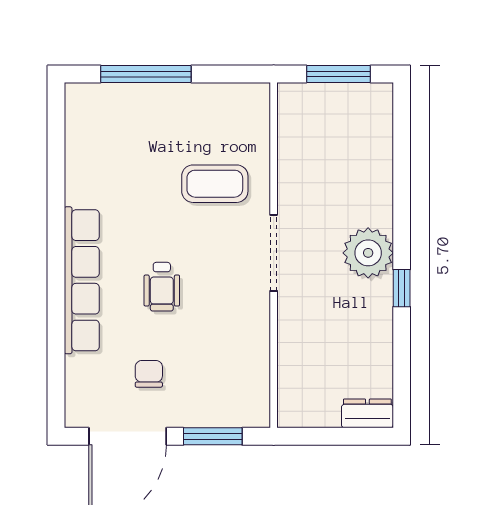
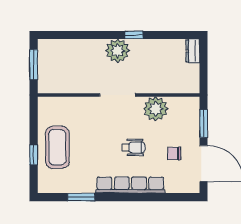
window: (146, 74) -> (34, 155), width x0.46
window: (56, 176) -> (81, 197), added
coffee table: (215, 184) -> (57, 147), moved, width x1.36, depth x1.32
plant: (244, 334) -> (156, 109), added

